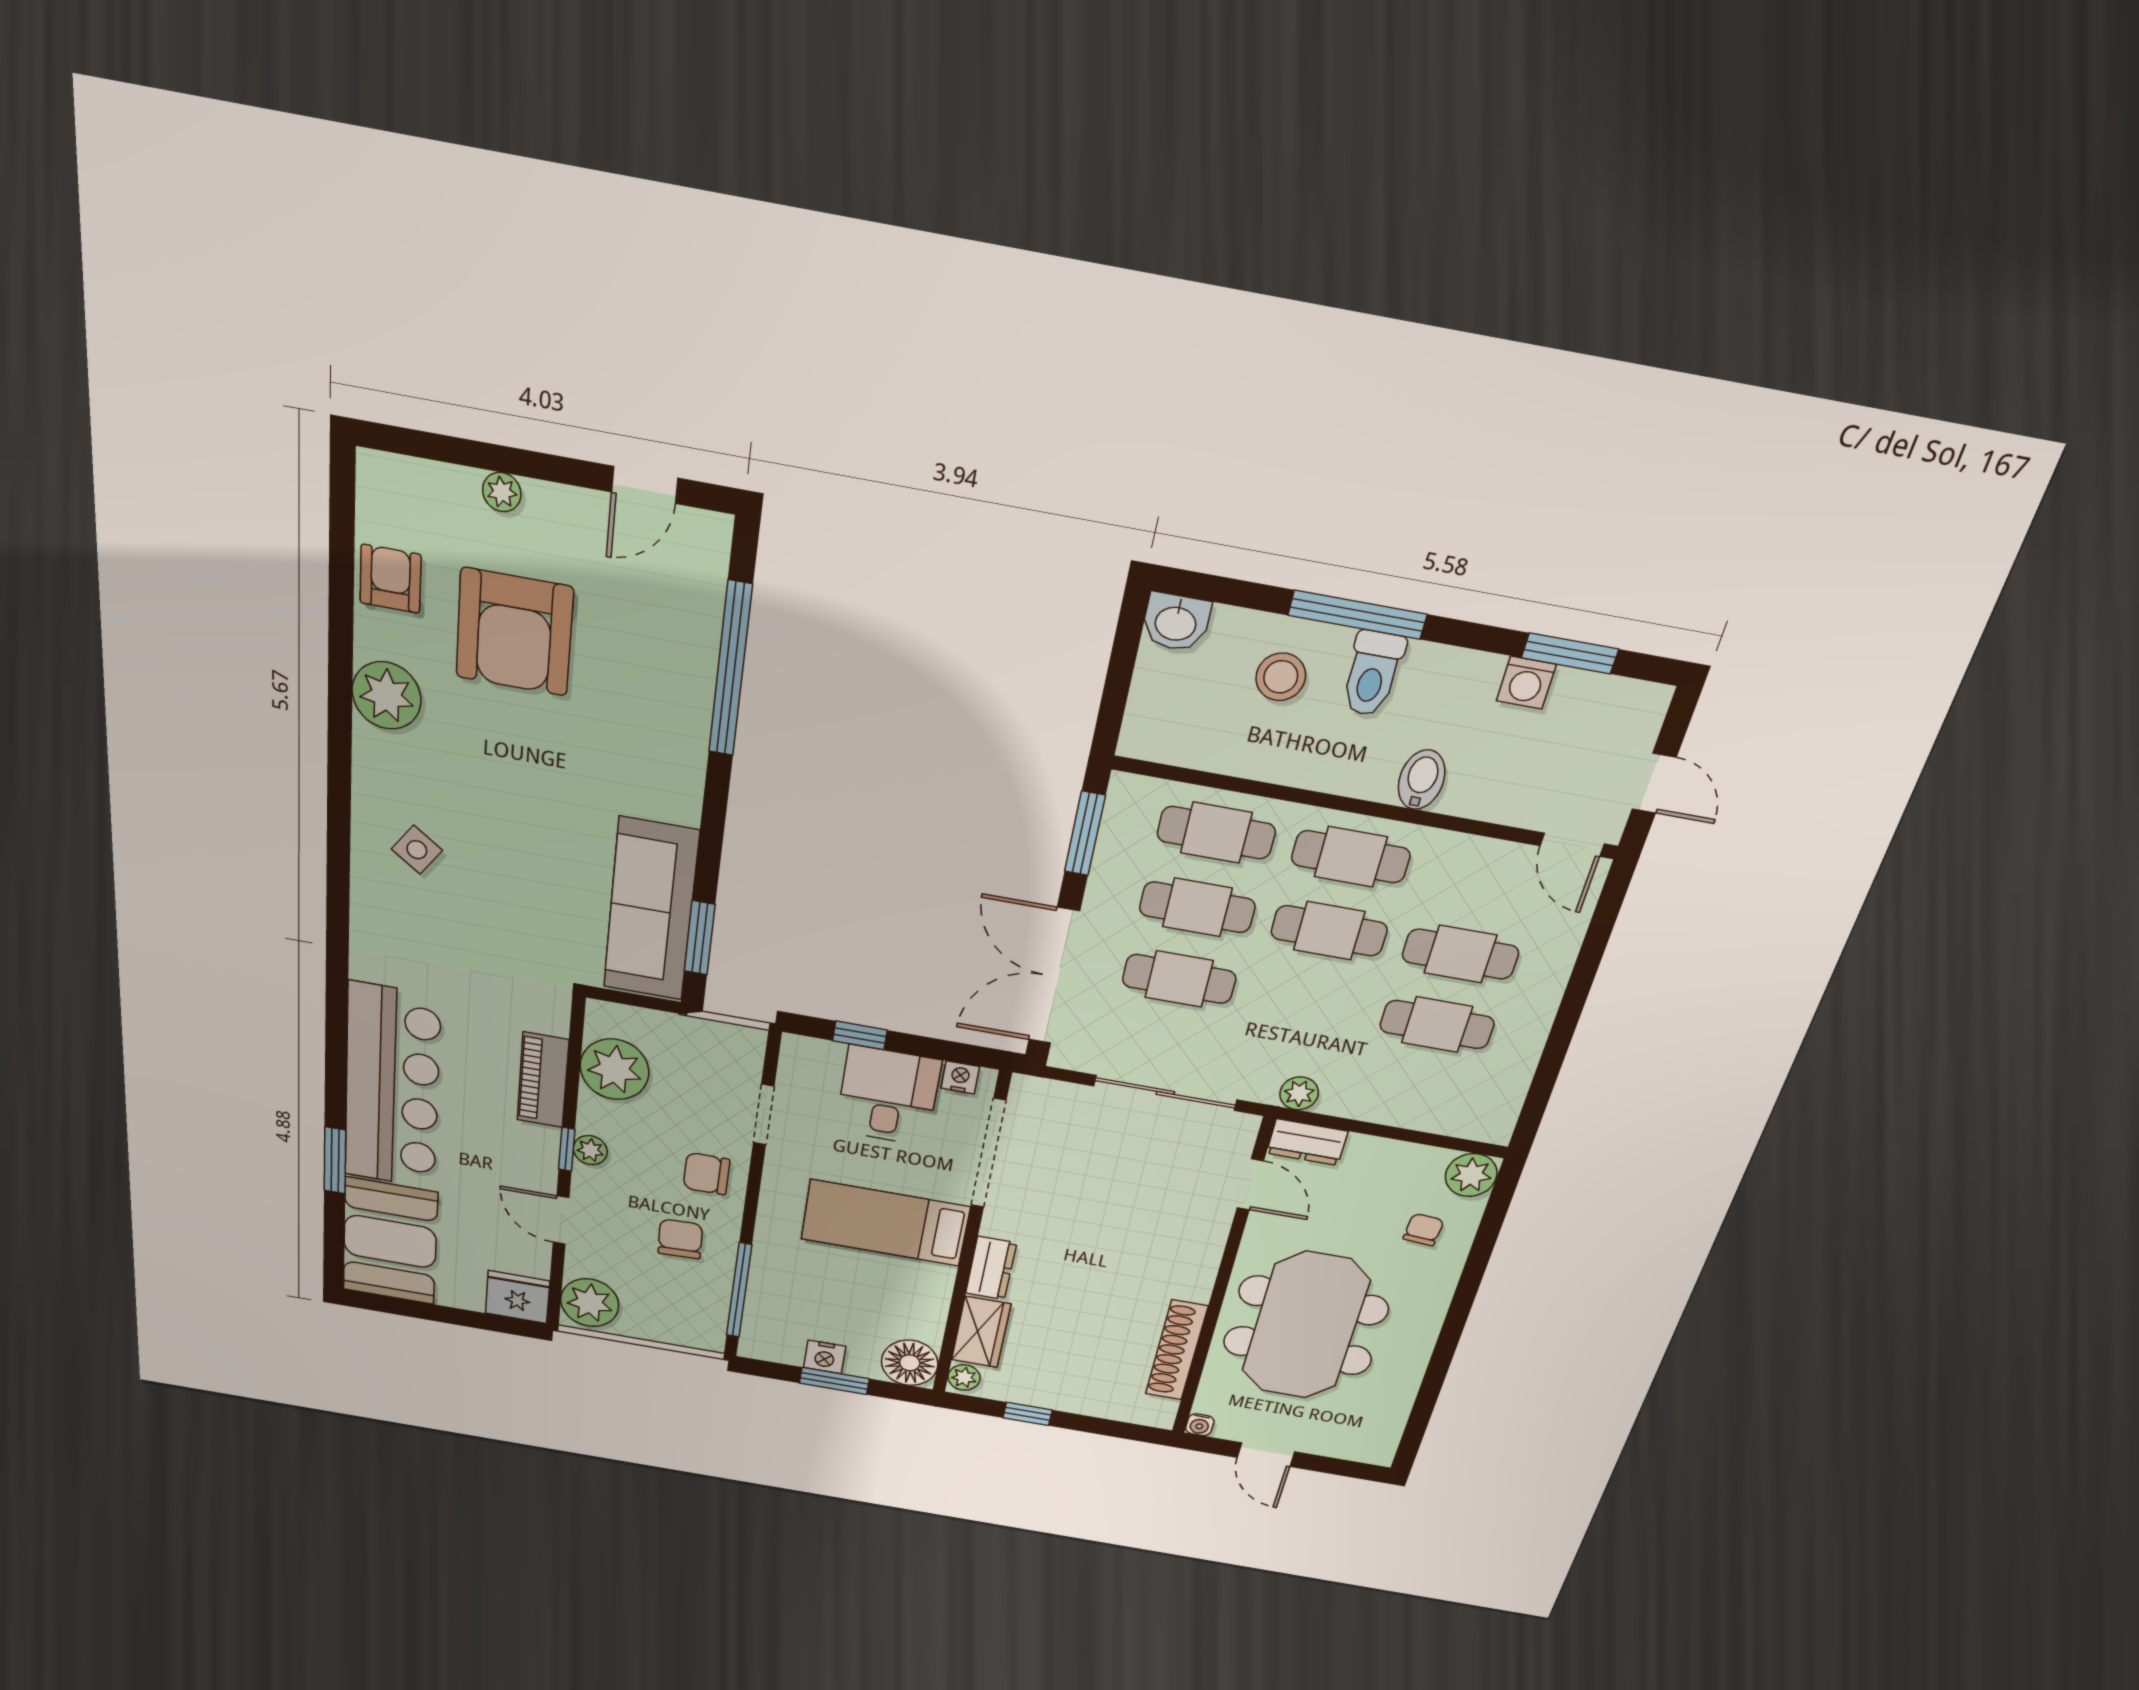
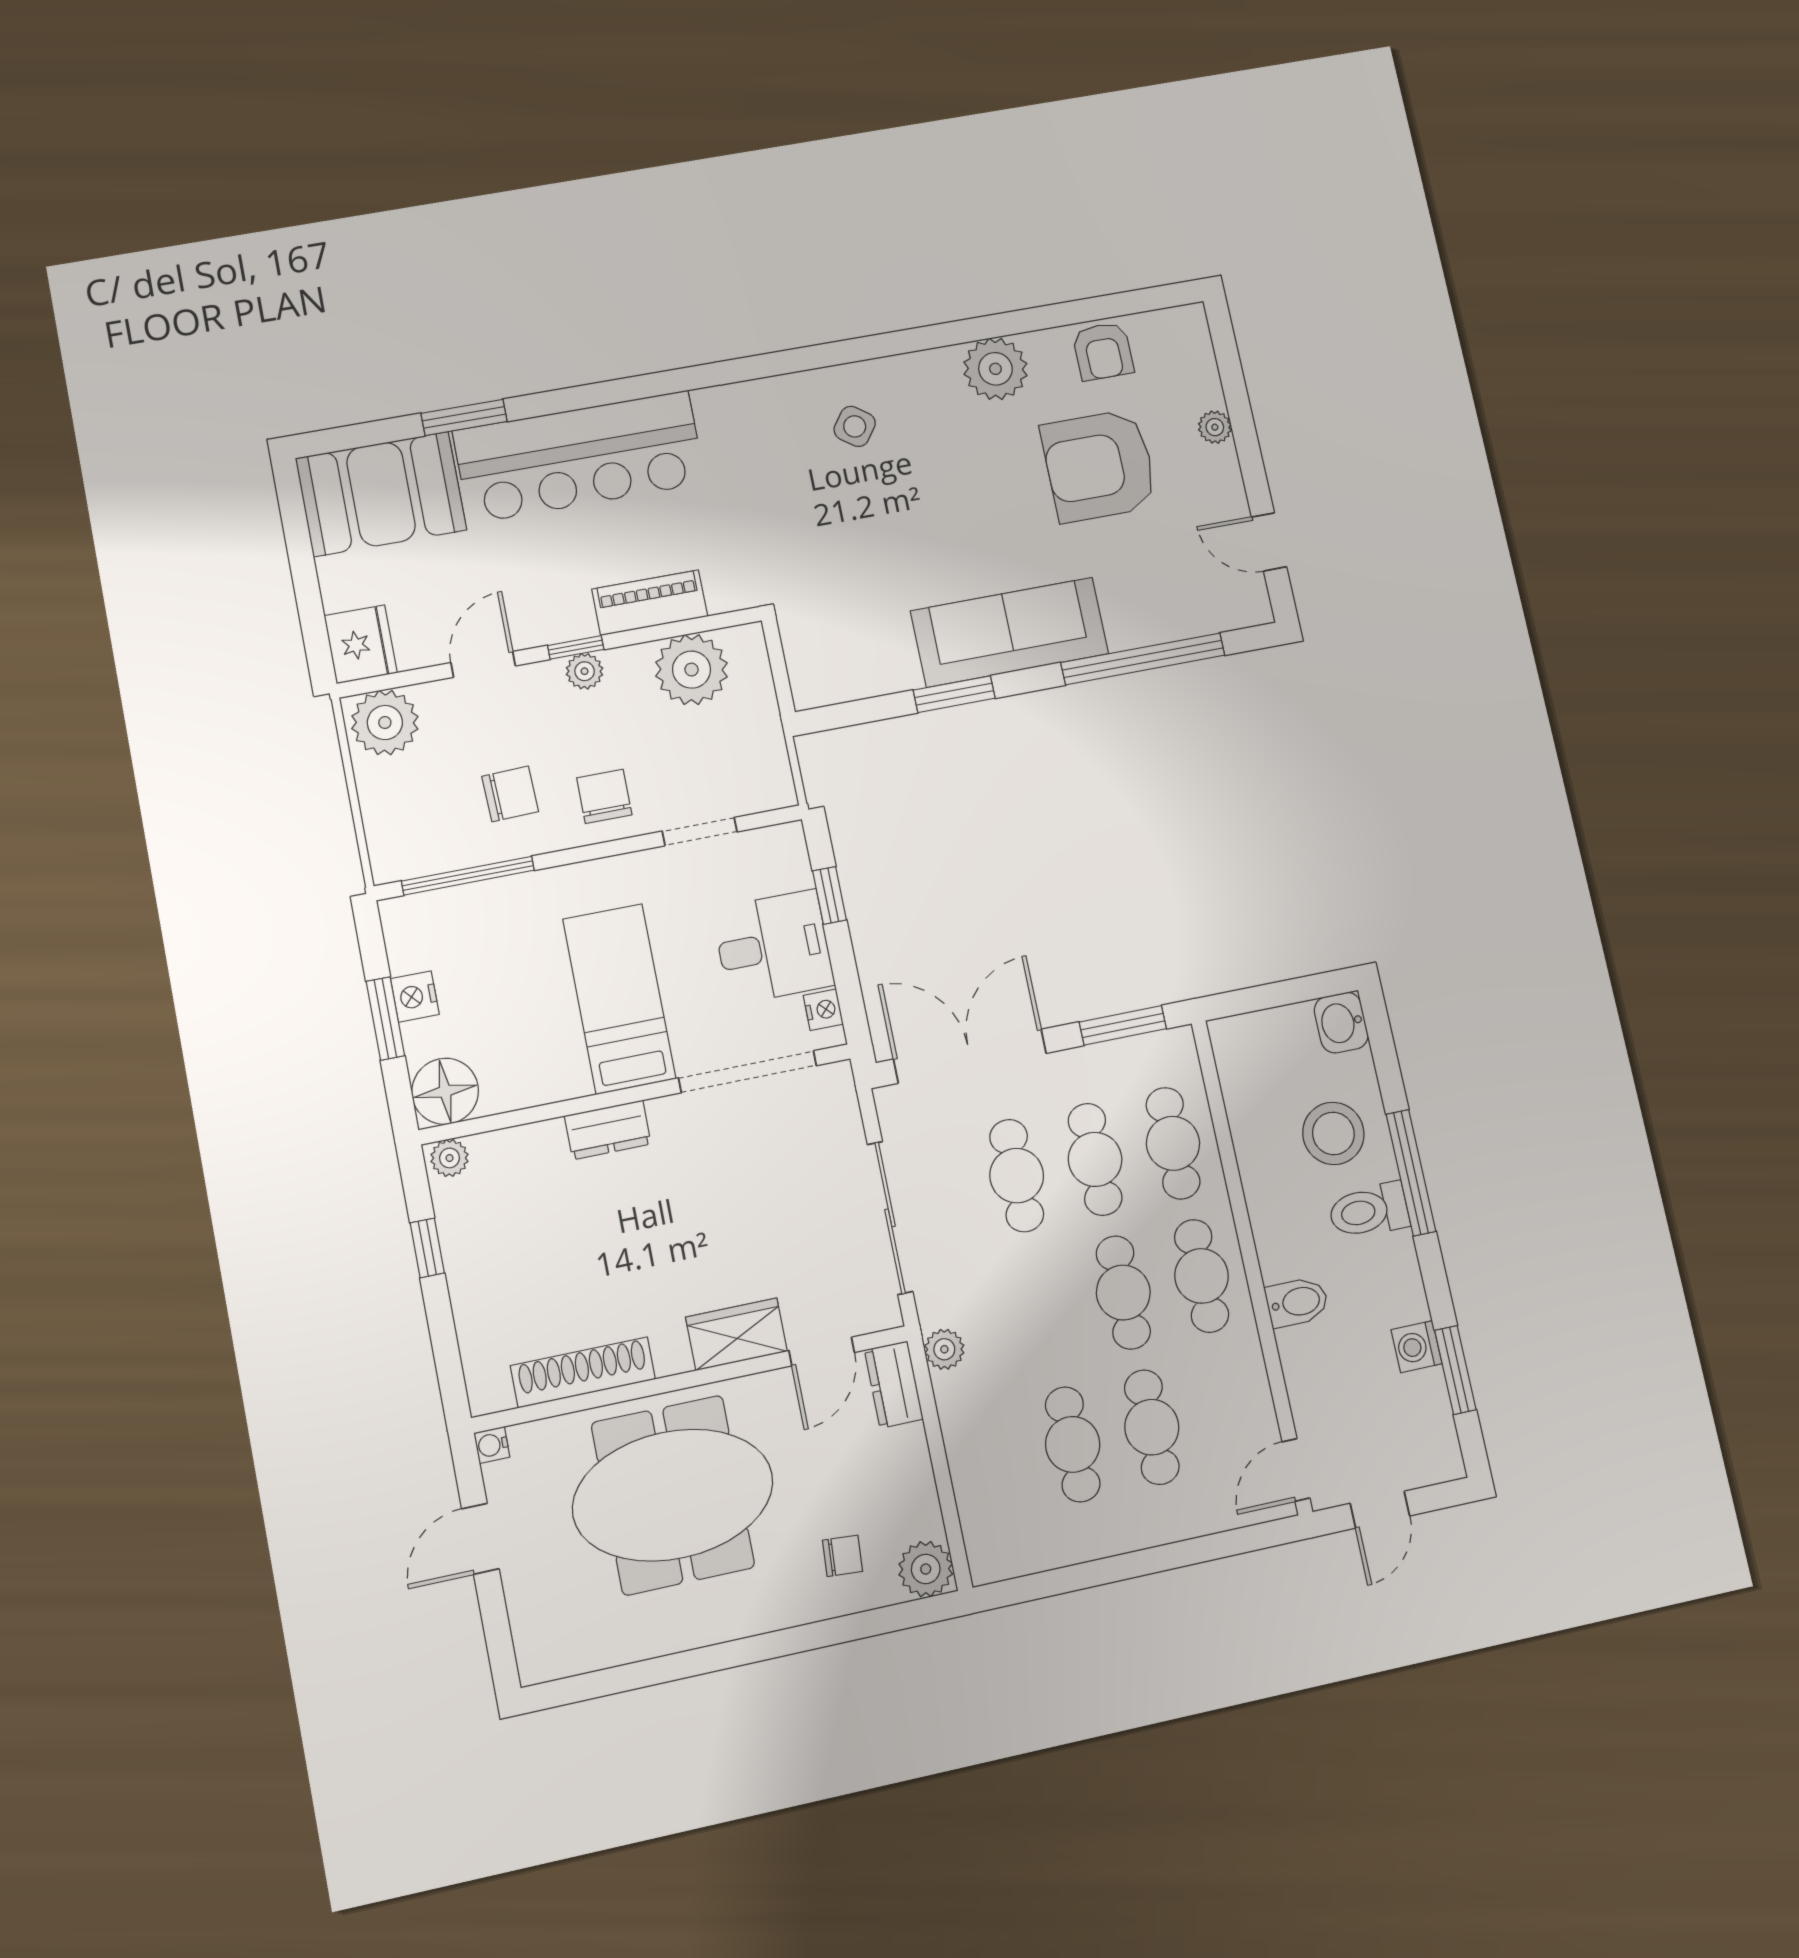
armchair: (390, 579) -> (1103, 351), turned 90
stool: (1281, 677) -> (1333, 1133), width x1.38, depth x1.38
sofa: (651, 910) -> (1010, 632), moved
window: (700, 938) -> (954, 694), moved
wardrobe: (981, 1332) -> (736, 1334), moved, turned 180

